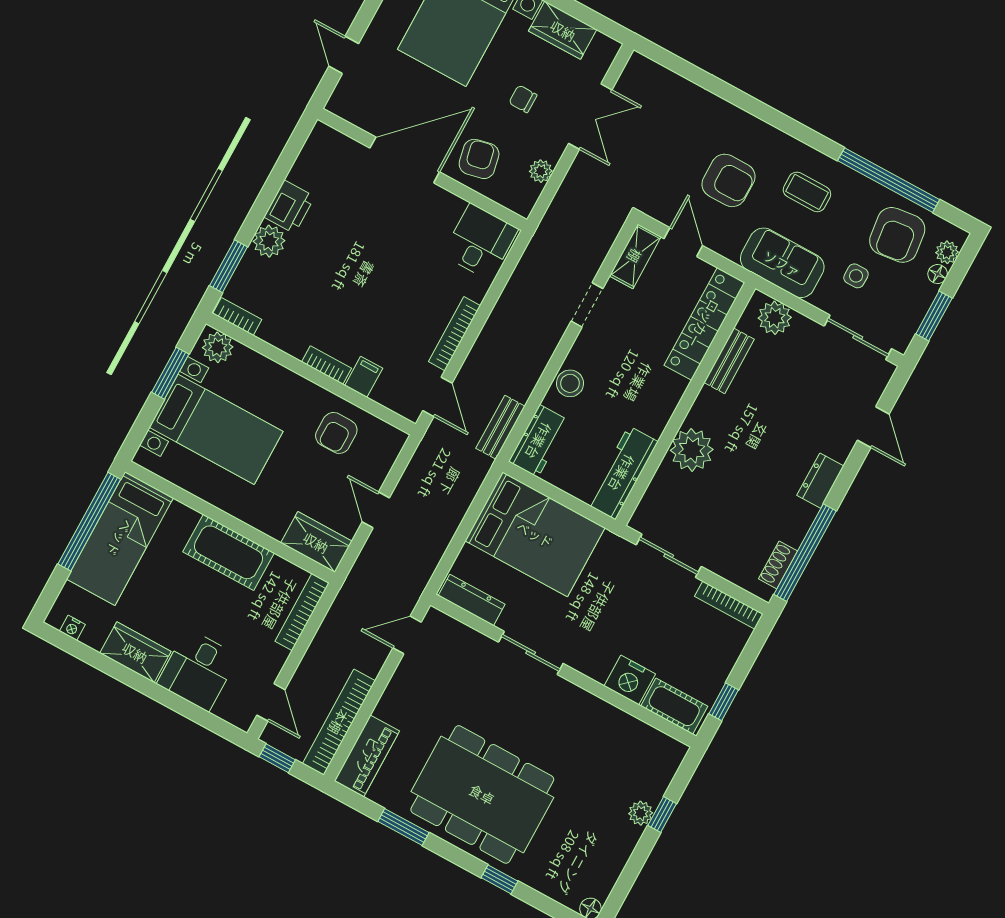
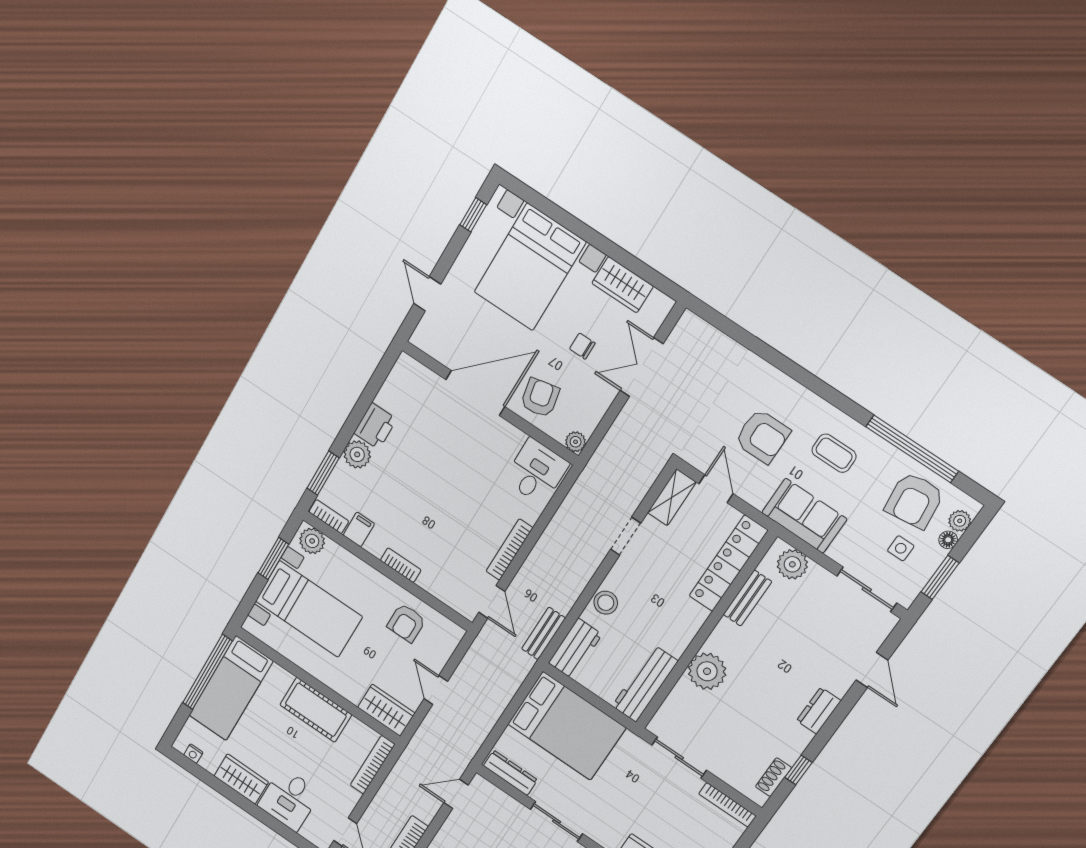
double door: (590, 117) -> (641, 367), swing flipped
plant: (541, 171) -> (576, 442), moved
side table: (856, 276) -> (901, 548), moved
filing cabinet: (364, 377) -> (359, 529), moved
window: (805, 553) -> (798, 770), width x0.32

